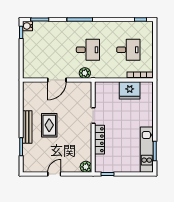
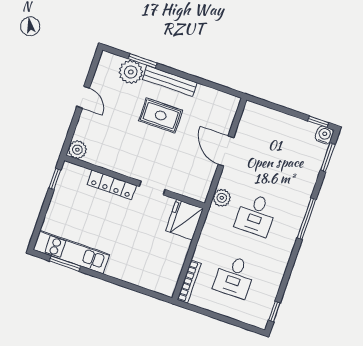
fridge: (130, 90) -> (185, 220), moved
plant: (30, 151) -> (131, 72), added

